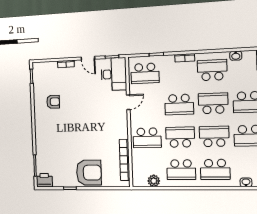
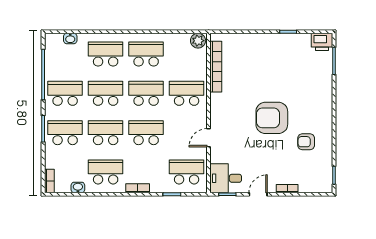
door: (88, 58) -> (258, 194), hinge flipped
school desk: (212, 70) -> (106, 172), turned 180
desk: (114, 74) -> (226, 178), width x0.73
school desk: (213, 103) -> (106, 133), turned 180
school desk: (214, 136) -> (106, 93), turned 180
school desk: (180, 137) -> (146, 93), turned 180
armchair: (89, 173) -> (272, 118), moved
plant: (154, 181) -> (198, 41), moved

